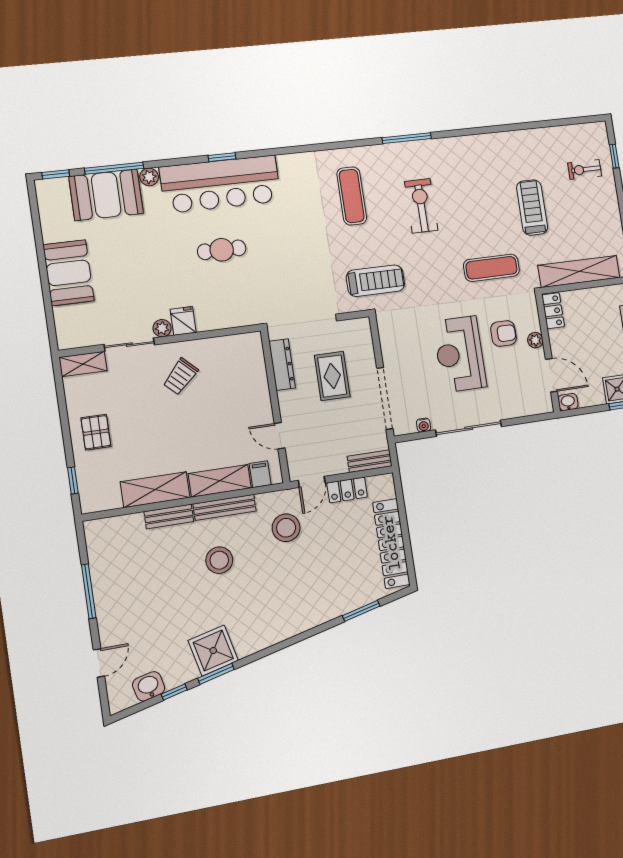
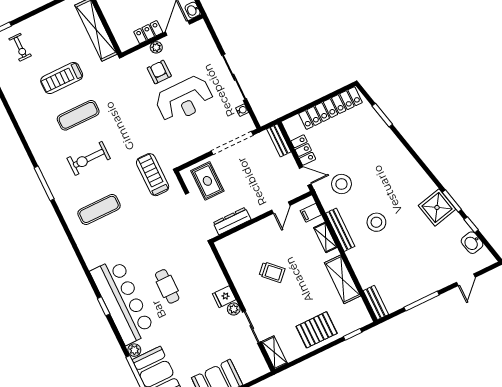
exercise mat: (491, 268) -> (78, 115), moved, turned 90
locker: (553, 311) -> (148, 32), moved
rug: (332, 376) -> (207, 181), moved, turned 90
trolley: (181, 377) -> (272, 272), moved
pallet: (96, 432) -> (317, 330), width x1.50, depth x1.42
shelving: (220, 481) -> (325, 238), width x0.67, depth x0.75
bench: (169, 517) -> (376, 303), moved
door: (99, 663) -> (466, 280), swing flipped

